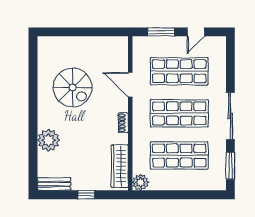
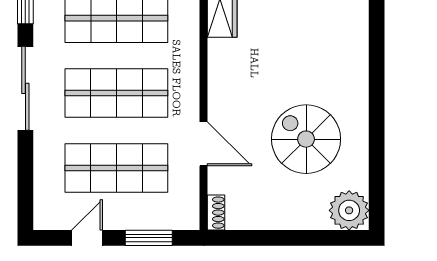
shoe rack: (123, 123) -> (216, 213), moved
plant: (48, 140) -> (349, 210), moved

